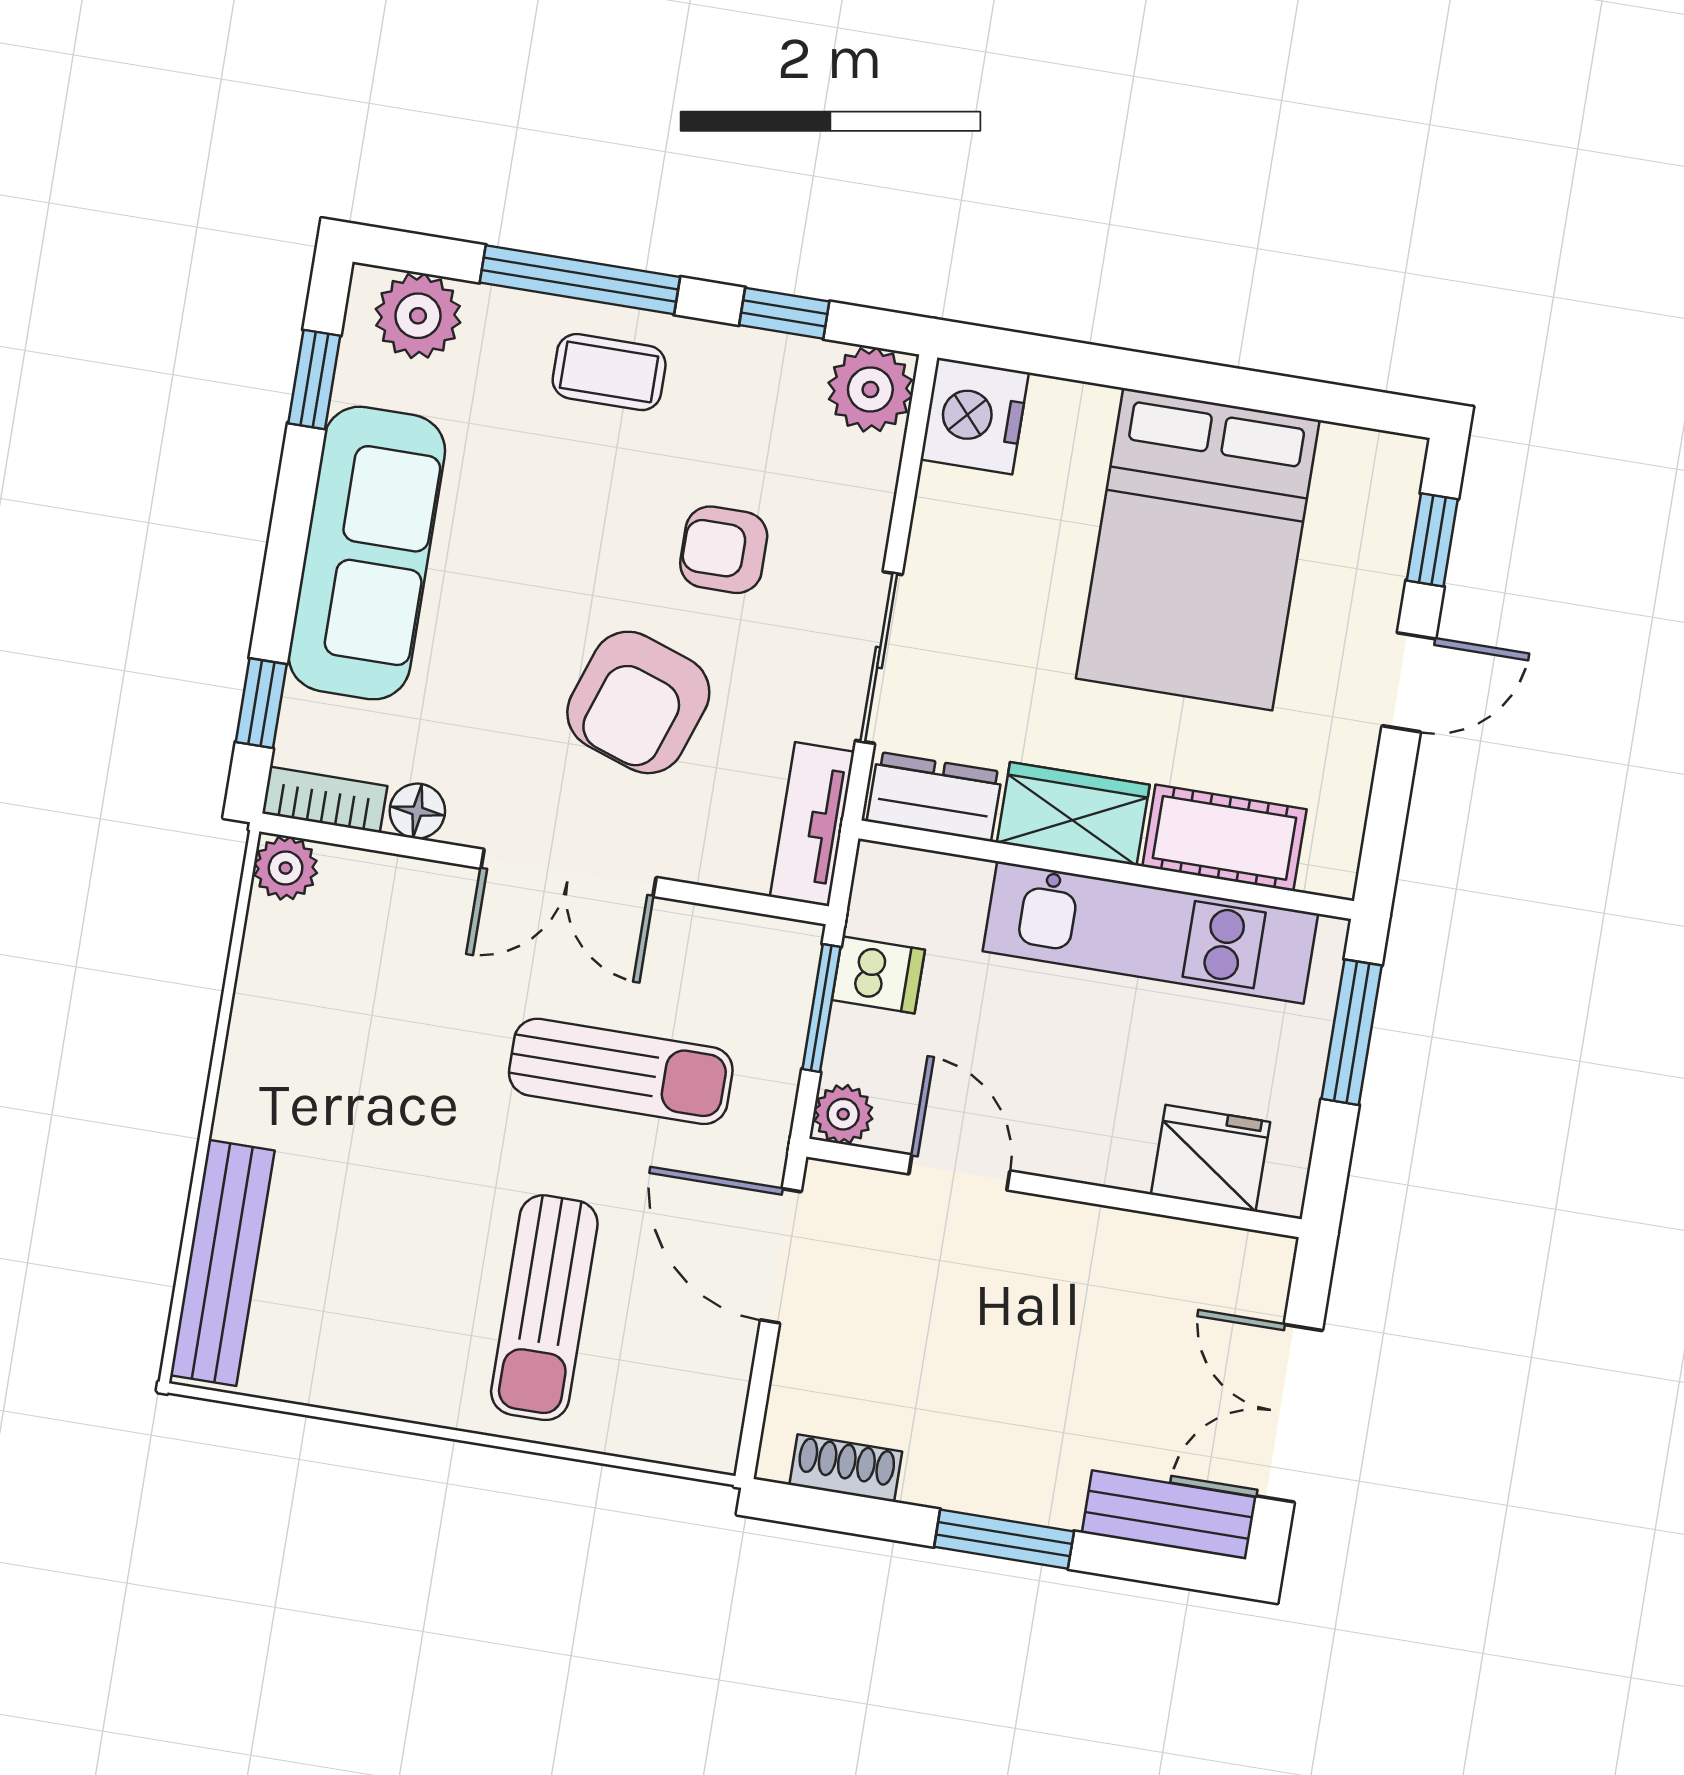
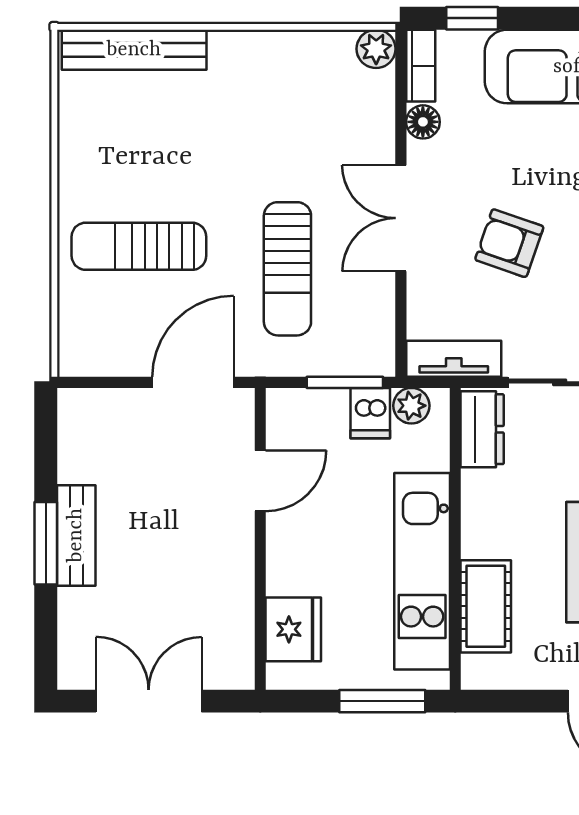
armchair: (638, 702) -> (509, 243), width x0.72, depth x0.72
wardrobe: (1073, 814) -> (485, 514), removed
plant: (843, 1114) -> (411, 406), moved
shoe rack: (846, 1468) -> (73, 442), removed
bench: (1169, 1515) -> (76, 535), moved

